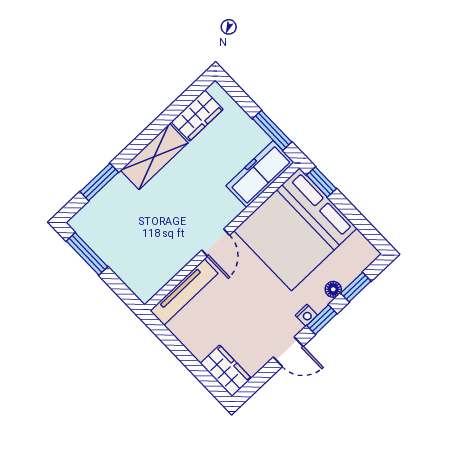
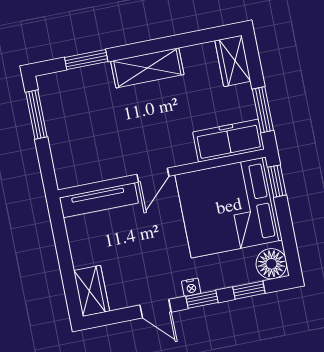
wardrobe: (197, 116) -> (233, 61), moved, turned 90
floor lamp: (333, 289) -> (271, 264), moved, width x1.89, depth x1.89

